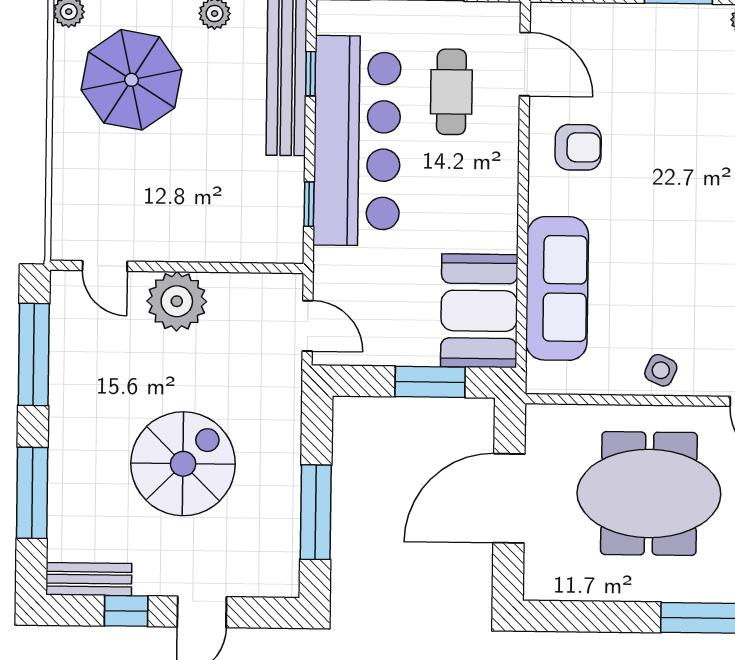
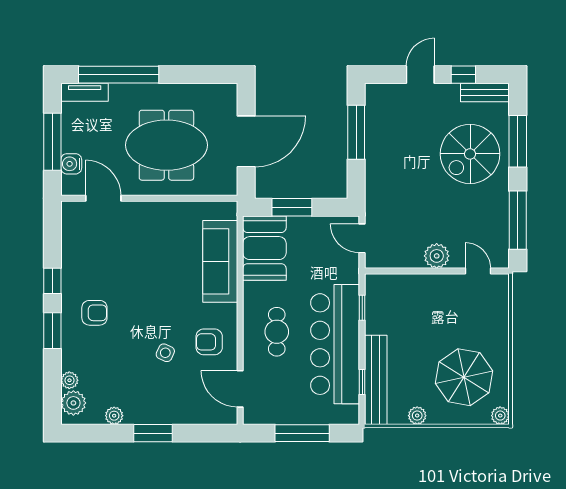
cafe table: (451, 92) -> (277, 332), moved
plant: (177, 301) -> (437, 256), width x0.73, depth x0.73
side table: (661, 370) -> (165, 353), moved
spiral stairs: (183, 464) -> (470, 154), moved

